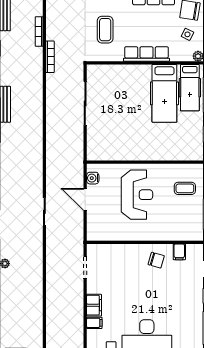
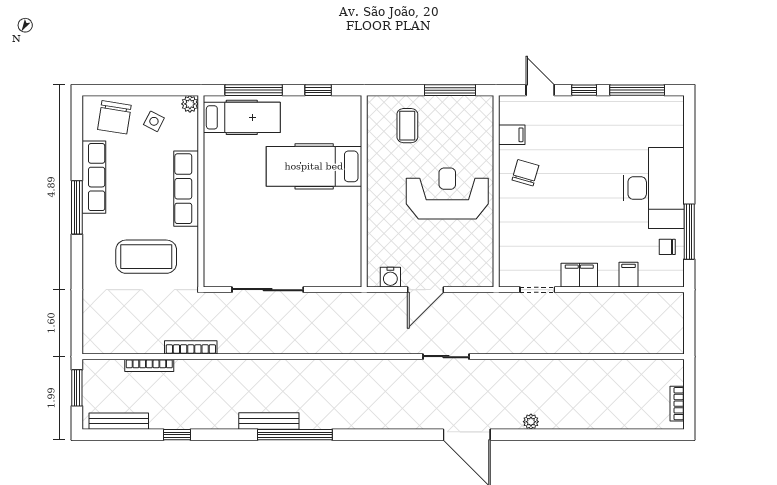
coffee table: (105, 30) -> (146, 257), width x1.36, depth x1.32
hospital bed: (164, 93) -> (314, 166), moved, turned 180
reception desk: (137, 195) -> (447, 193), moved
filing cabinet: (94, 305) -> (579, 275), moved

